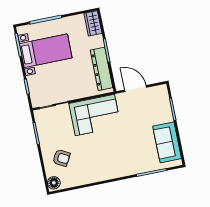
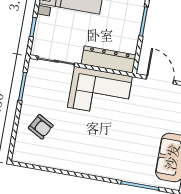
dresser: (101, 69) -> (109, 59), moved, turned 90
floor lamp: (54, 183) -> (20, 153), removed

